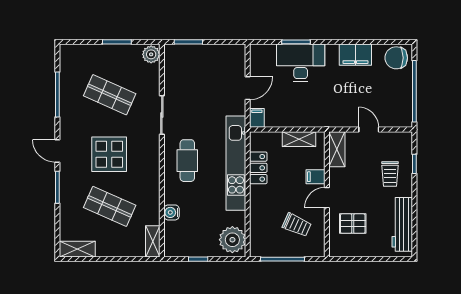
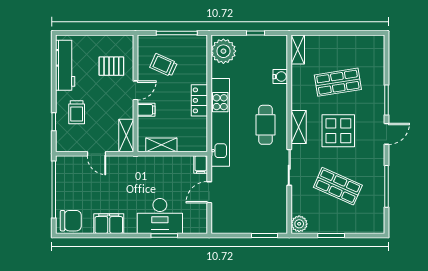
door: (57, 151) -> (386, 134), hinge flipped
locker: (258, 168) -> (199, 100), moved
trolley: (390, 174) -> (77, 112), turned 180
shop shelf: (110, 206) -> (338, 82), turned -33
shelving: (77, 249) -> (299, 127), moved, turned 90

